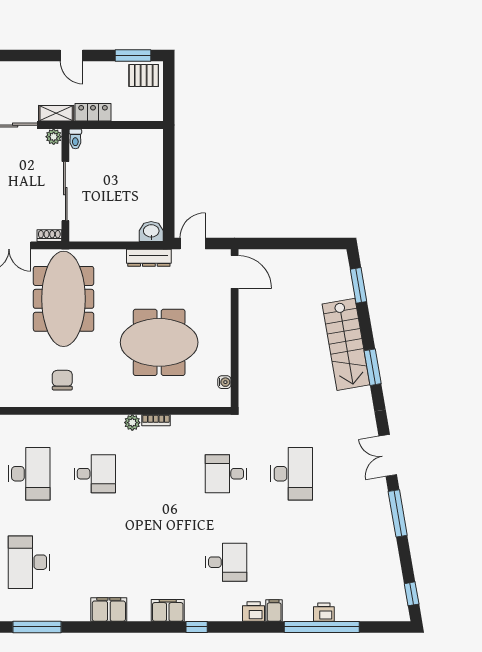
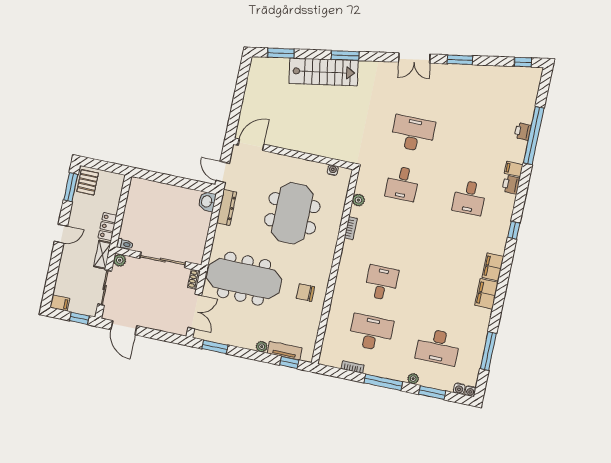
plant: (132, 423) -> (358, 200), moved
window: (398, 513) -> (460, 60), width x0.69
desk: (226, 562) -> (469, 198), turned 180
filing cabinet: (168, 610) -> (493, 267), moved

